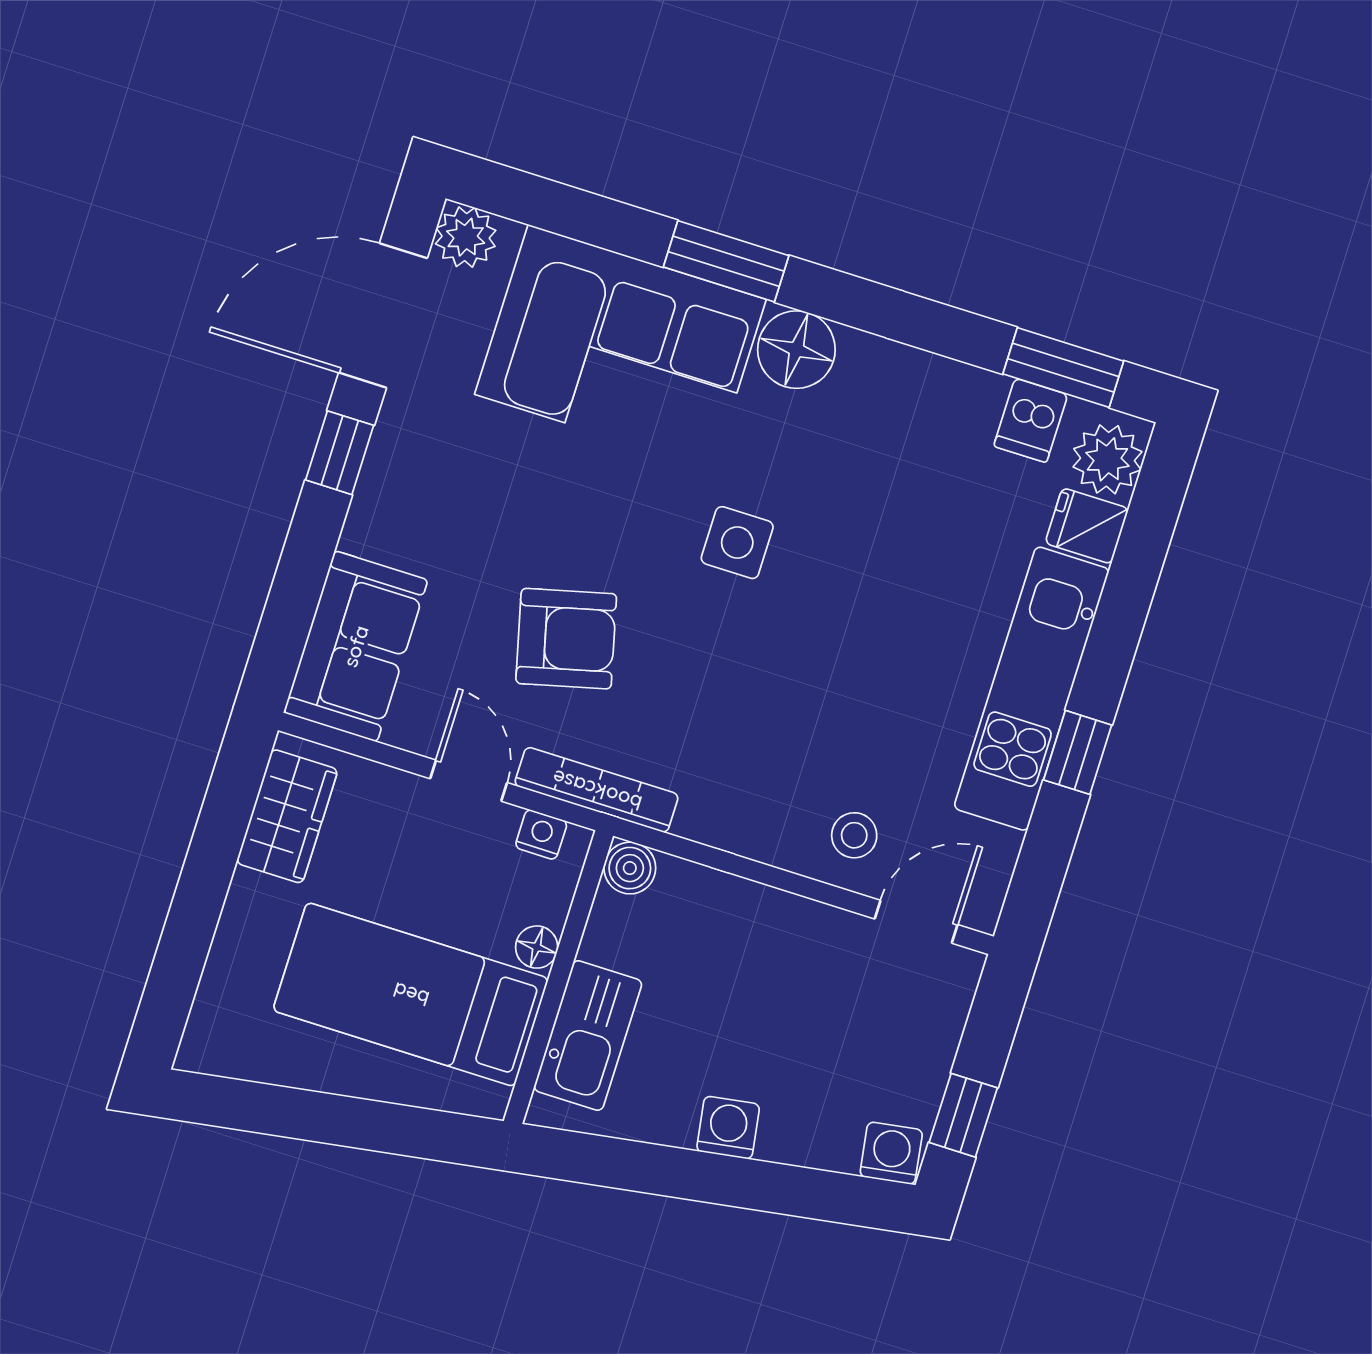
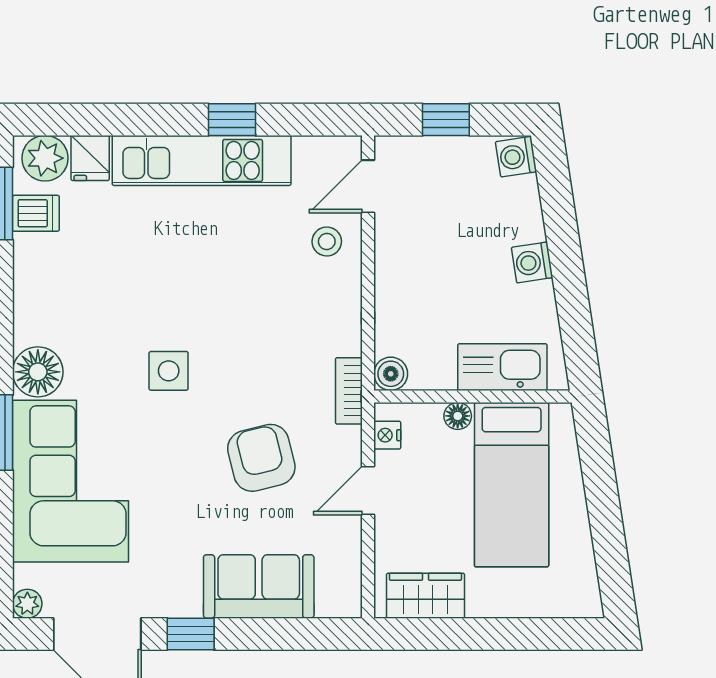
plant: (466, 237) -> (27, 604), width x0.73, depth x0.73
sofa: (356, 646) -> (259, 586), moved
bookcase: (597, 790) -> (349, 391), width x0.64
door: (916, 922) -> (368, 186), hinge flipped
window: (963, 1115) -> (446, 120), moved

